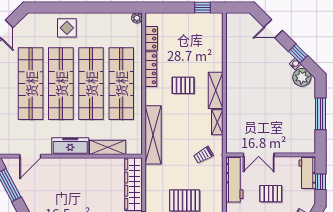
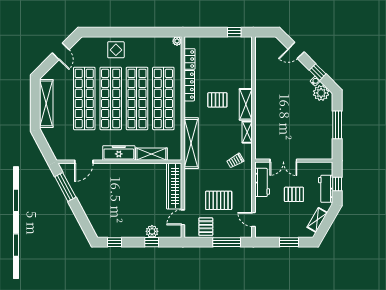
workbench: (307, 173) -> (326, 189), moved
workbench: (234, 180) -> (262, 182), width x0.73

